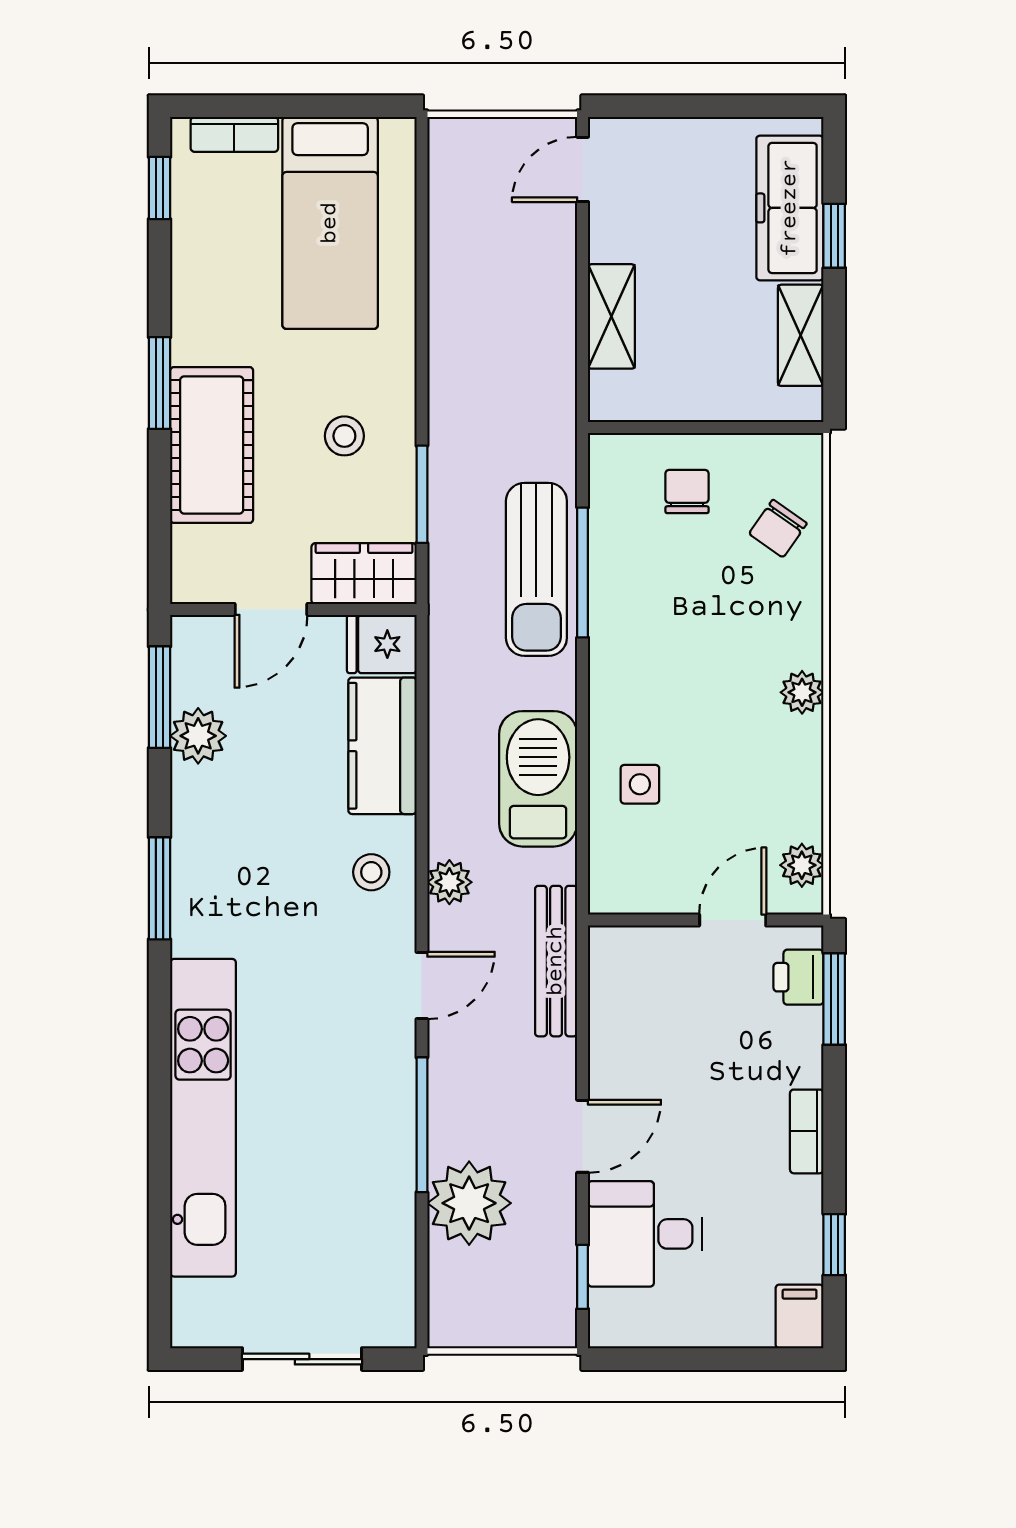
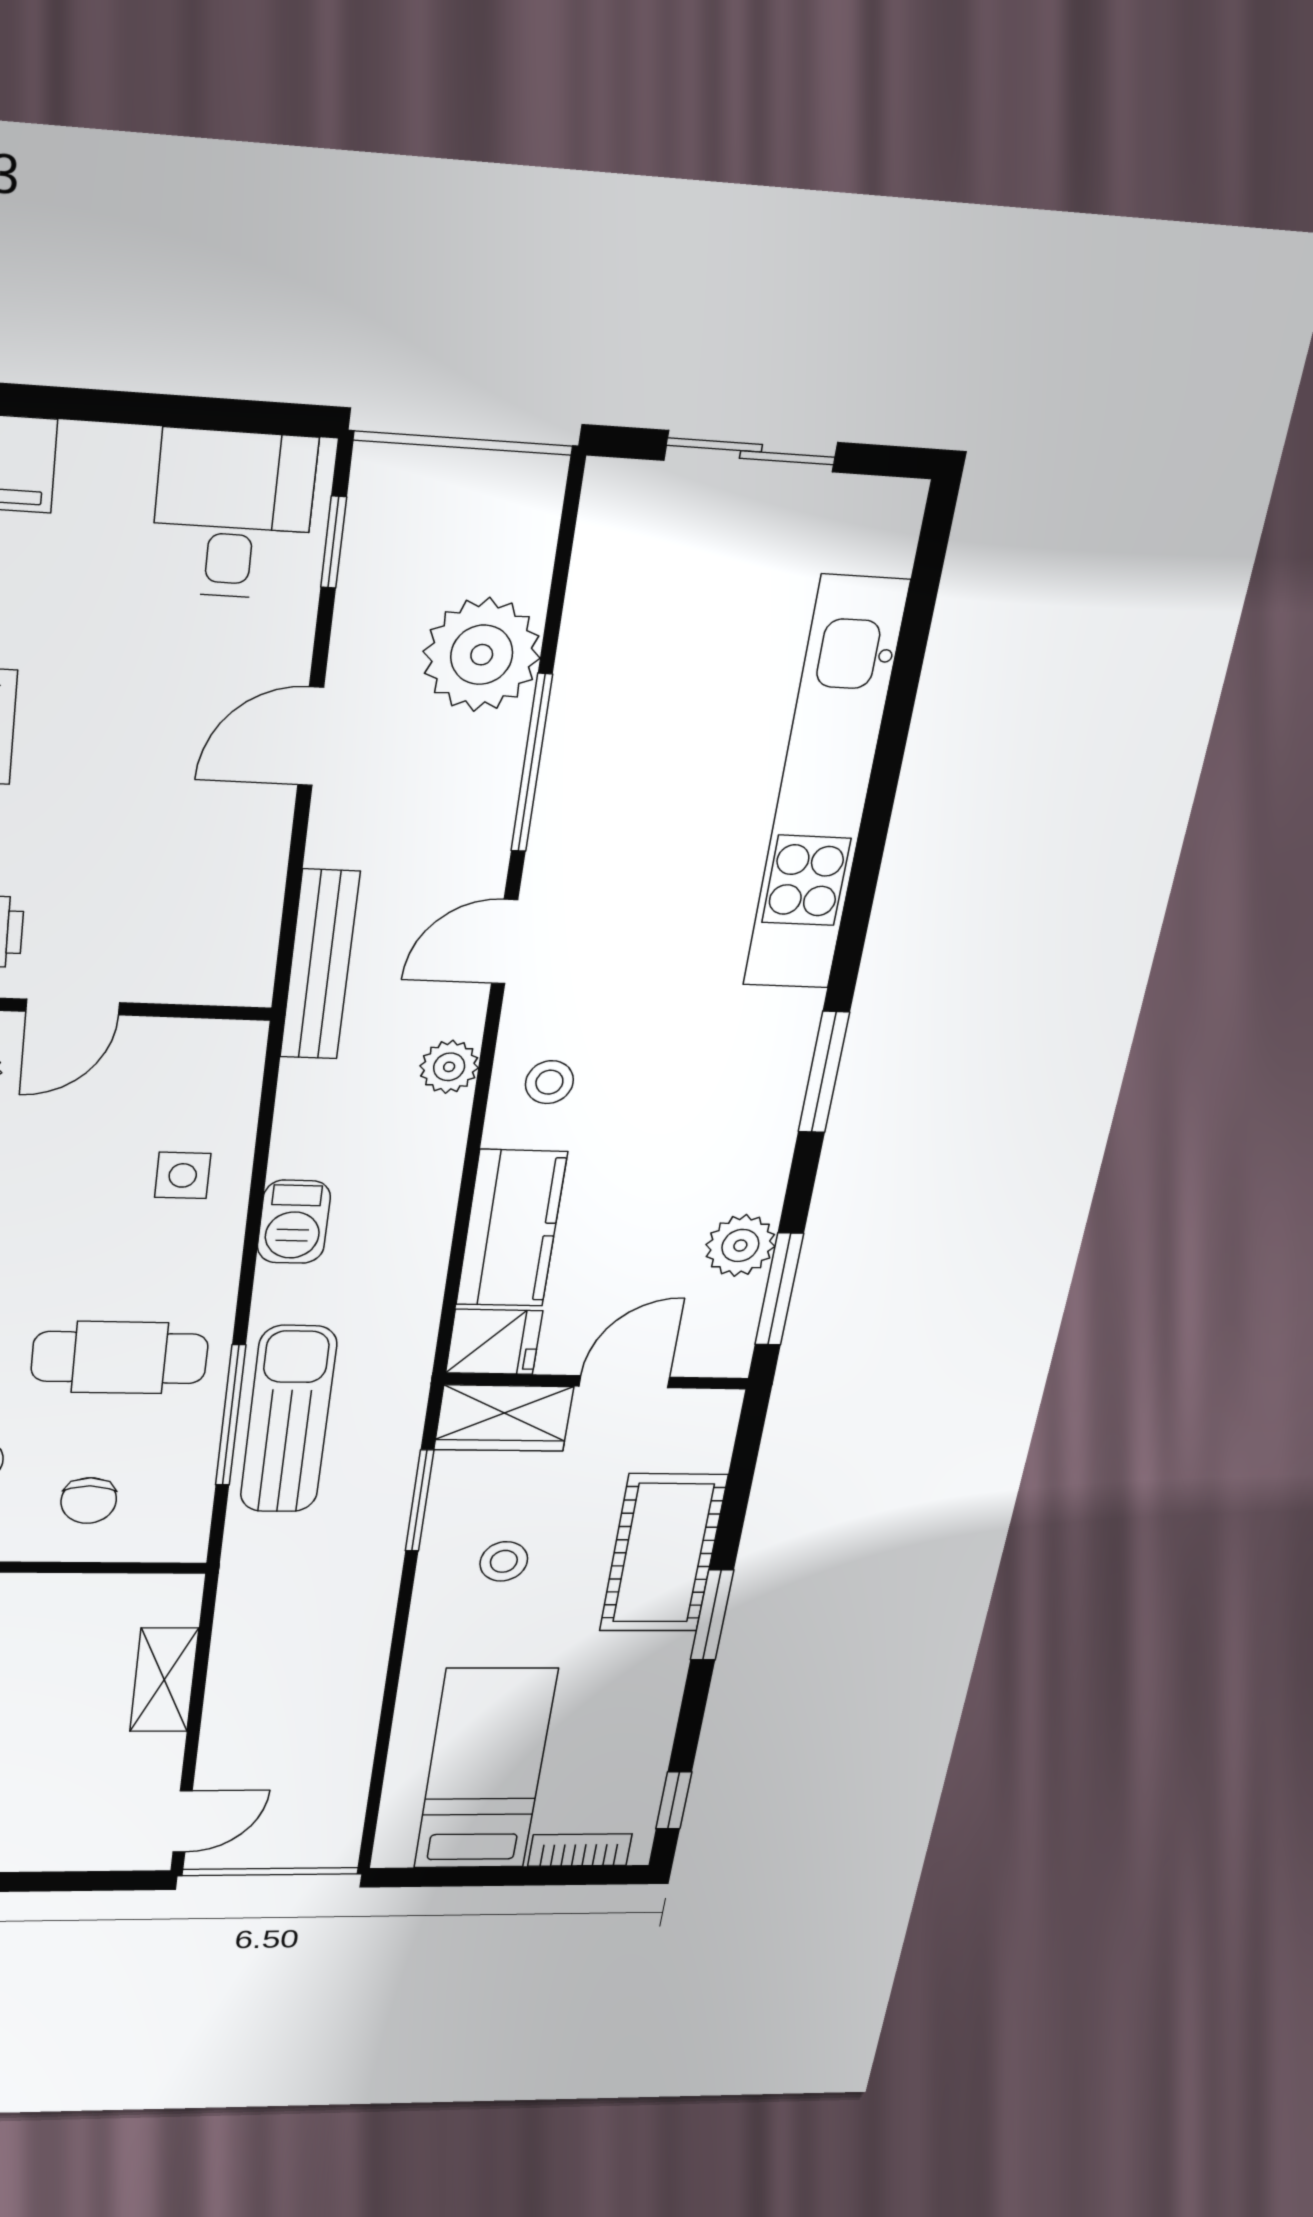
cafe table: (674, 624) -> (120, 1358), added
barbecue: (538, 779) -> (294, 1222), width x0.53, depth x0.65
desk: (645, 1234) -> (233, 515), moved, turned -90

